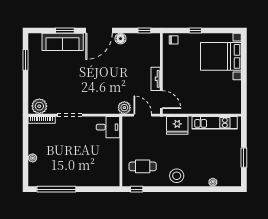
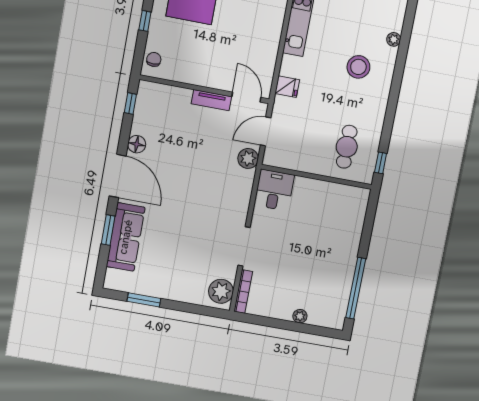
door: (161, 100) -> (246, 97), hinge flipped
fridge: (177, 125) -> (287, 87), width x0.53, depth x0.75
stool: (177, 176) -> (358, 67), moved

